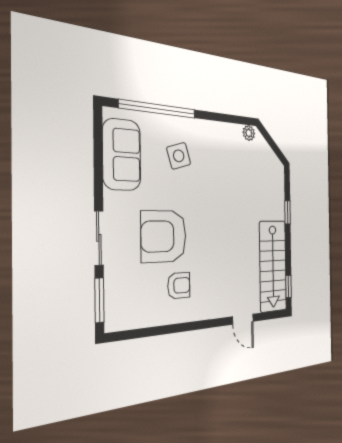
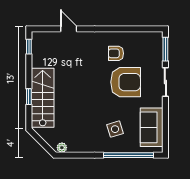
stairs: (273, 266) -> (43, 98), moved

